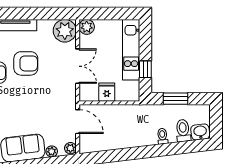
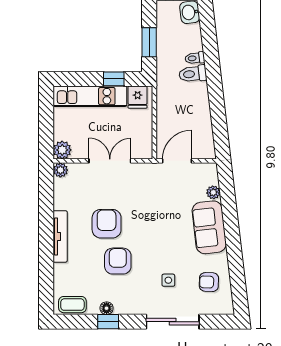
plant: (65, 31) -> (60, 170), width x0.53, depth x0.53
fridge: (107, 92) -> (138, 97), moved, turned -90
toilet: (183, 131) -> (193, 74), moved
plant: (70, 148) -> (209, 170), removed

